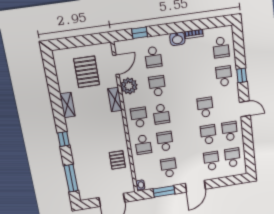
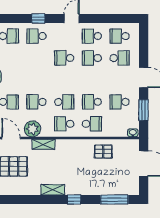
shelving: (67, 105) -> (53, 190), moved
school desk: (211, 161) -> (120, 58), turned 180

